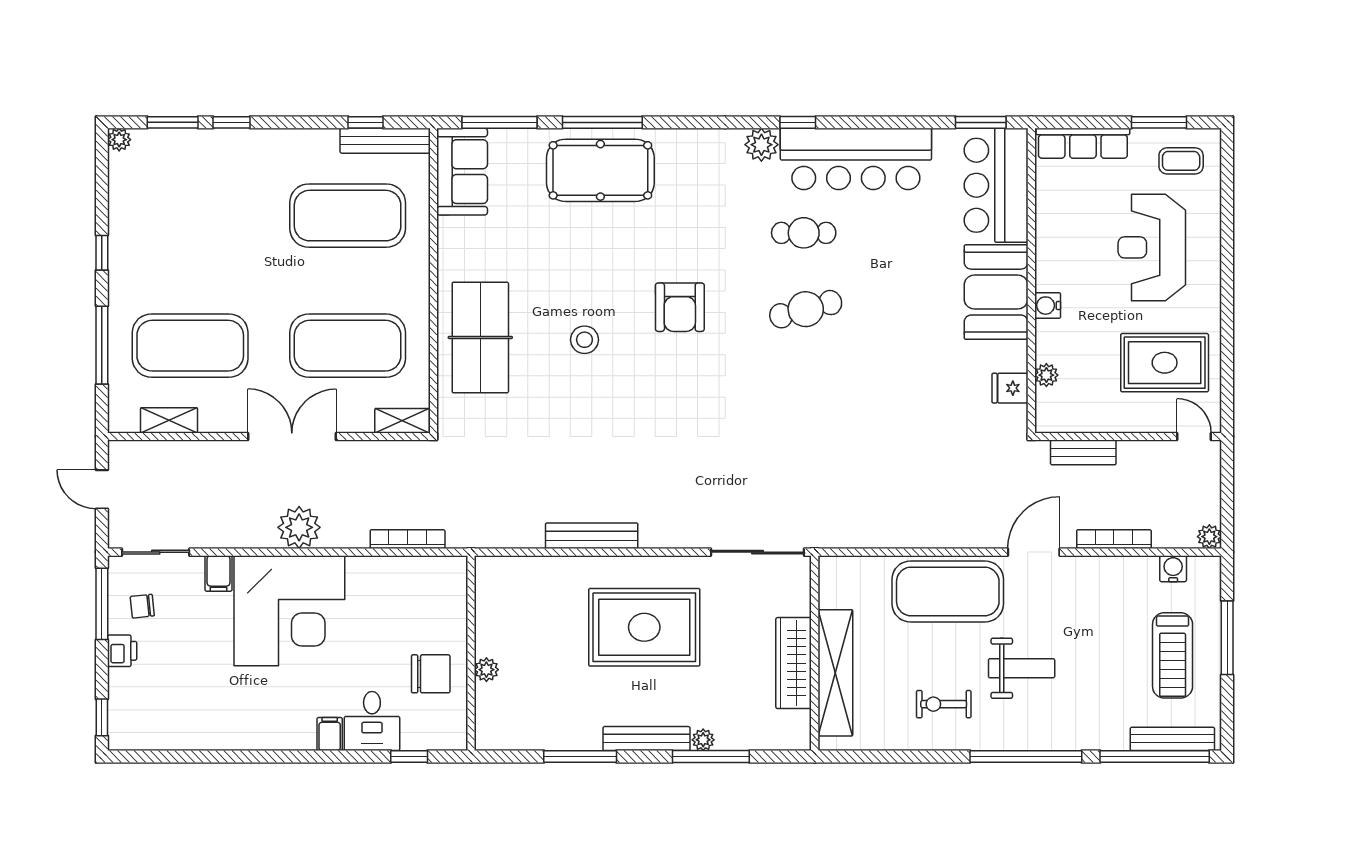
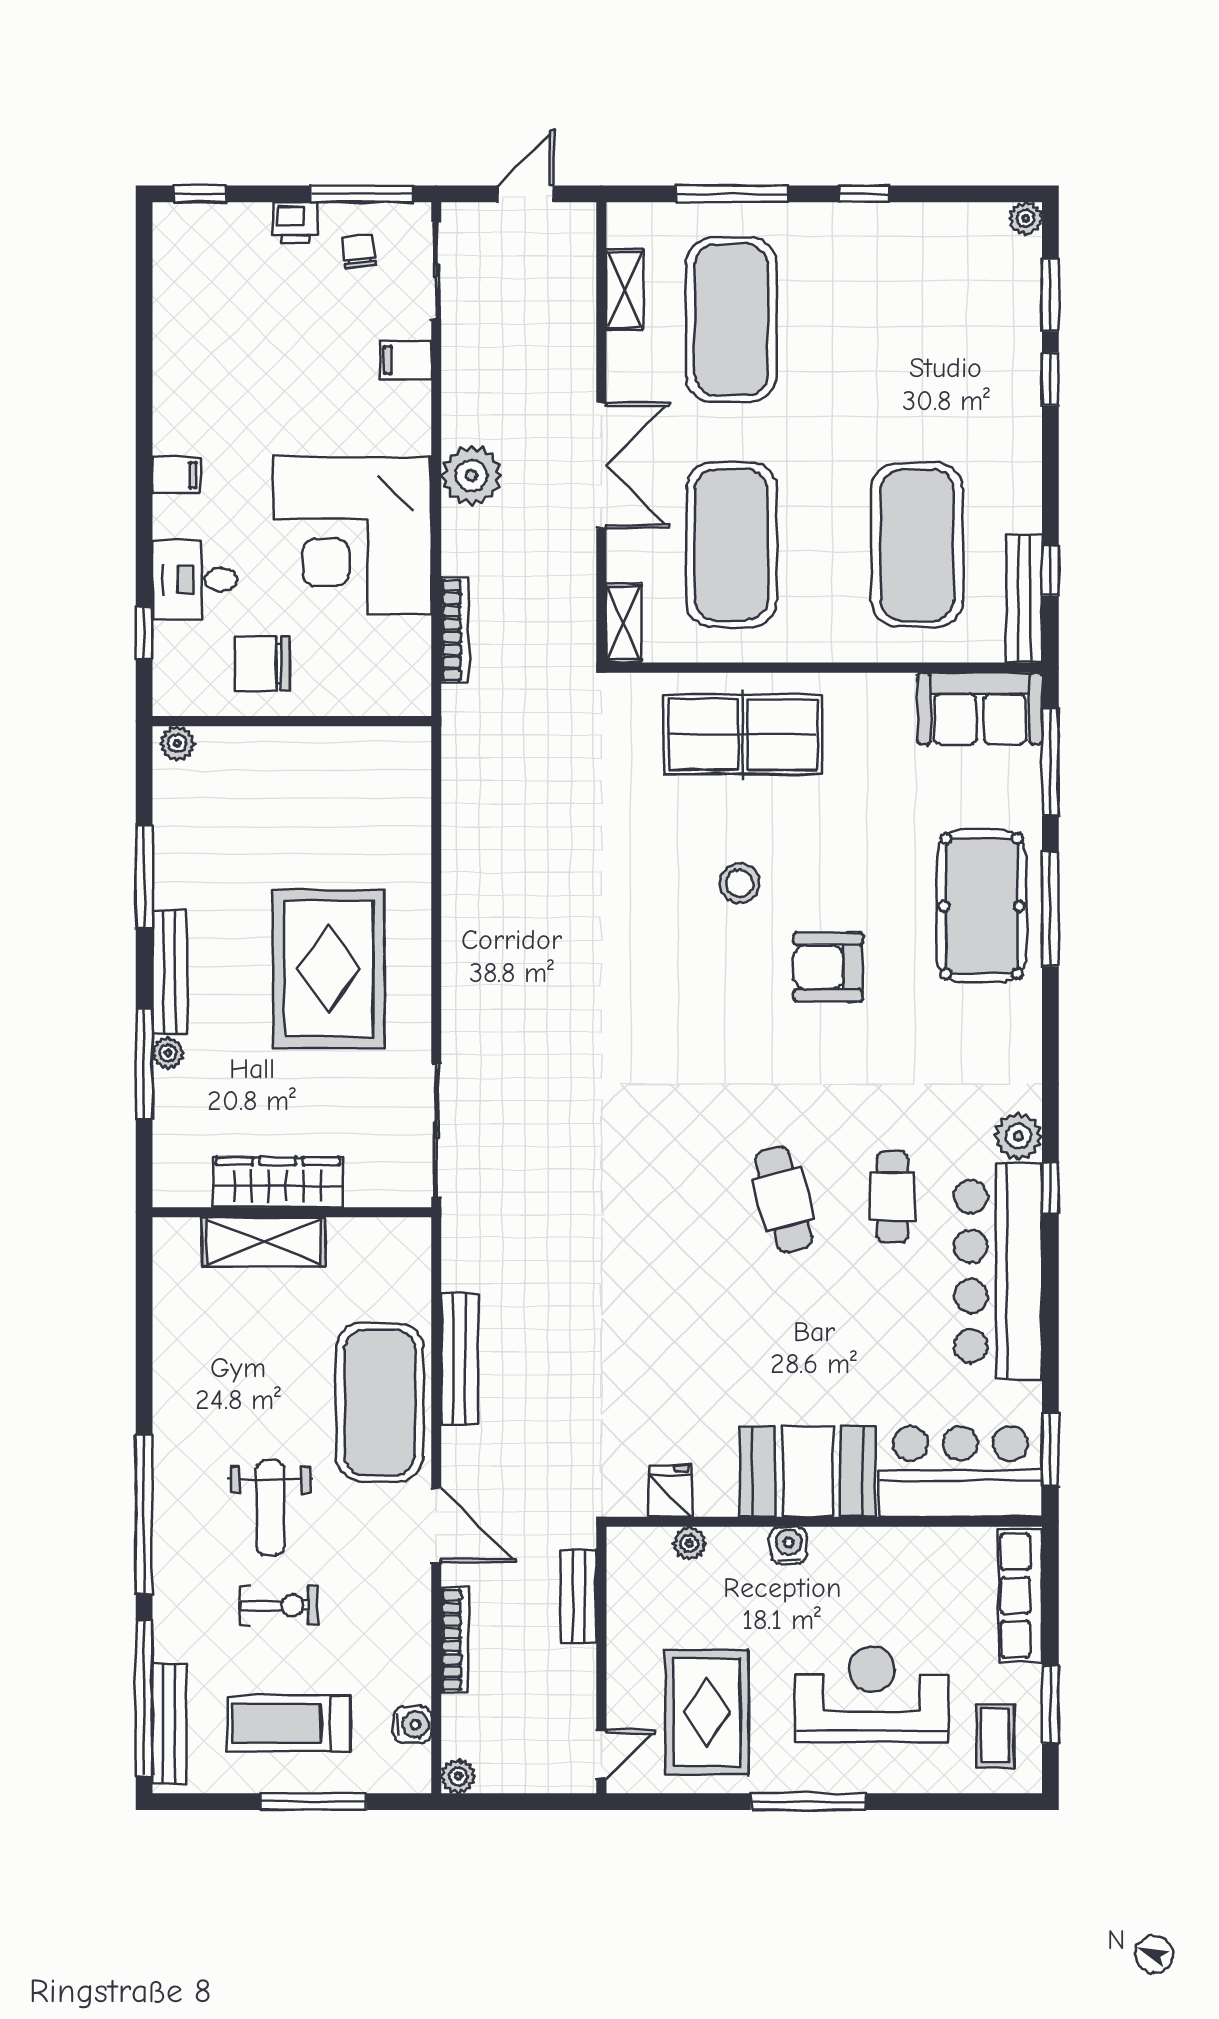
window: (1227, 292) -> (808, 1802), added
armchair: (680, 307) -> (828, 967), moved
bench: (592, 536) -> (460, 1359), moved
corner desk: (289, 611) -> (352, 535), moved
plant: (486, 670) -> (177, 743), moved
shelving: (835, 673) -> (264, 1242), width x0.68
chair: (431, 674) -> (262, 664), turned 90
exercise bike: (944, 704) -> (278, 1605), moved, turned 90
filing cabinet: (330, 734) -> (176, 475), moved

